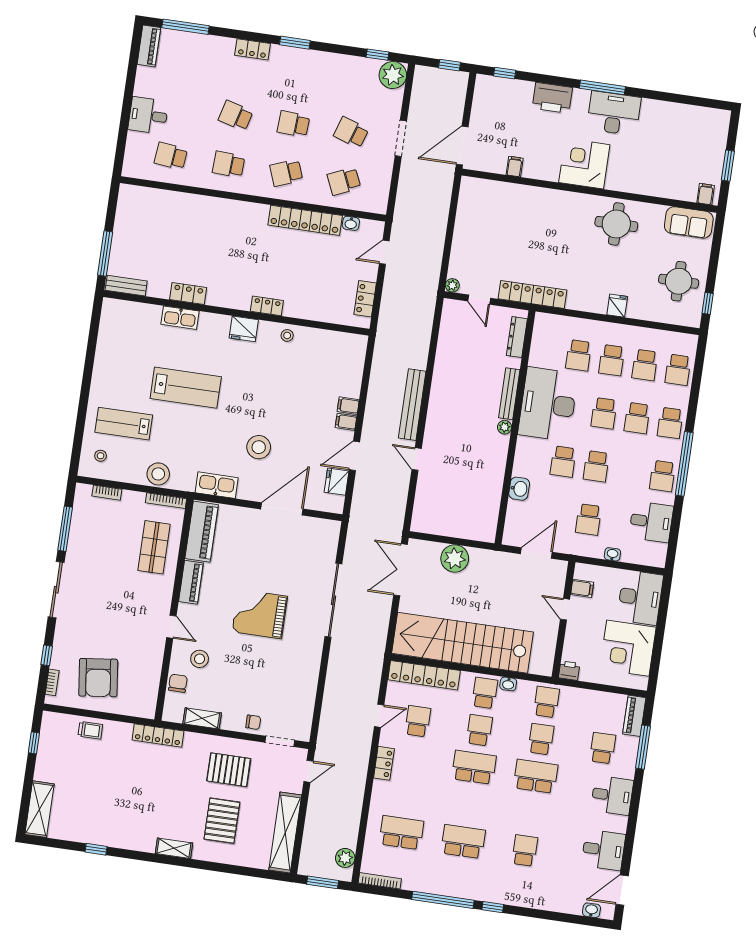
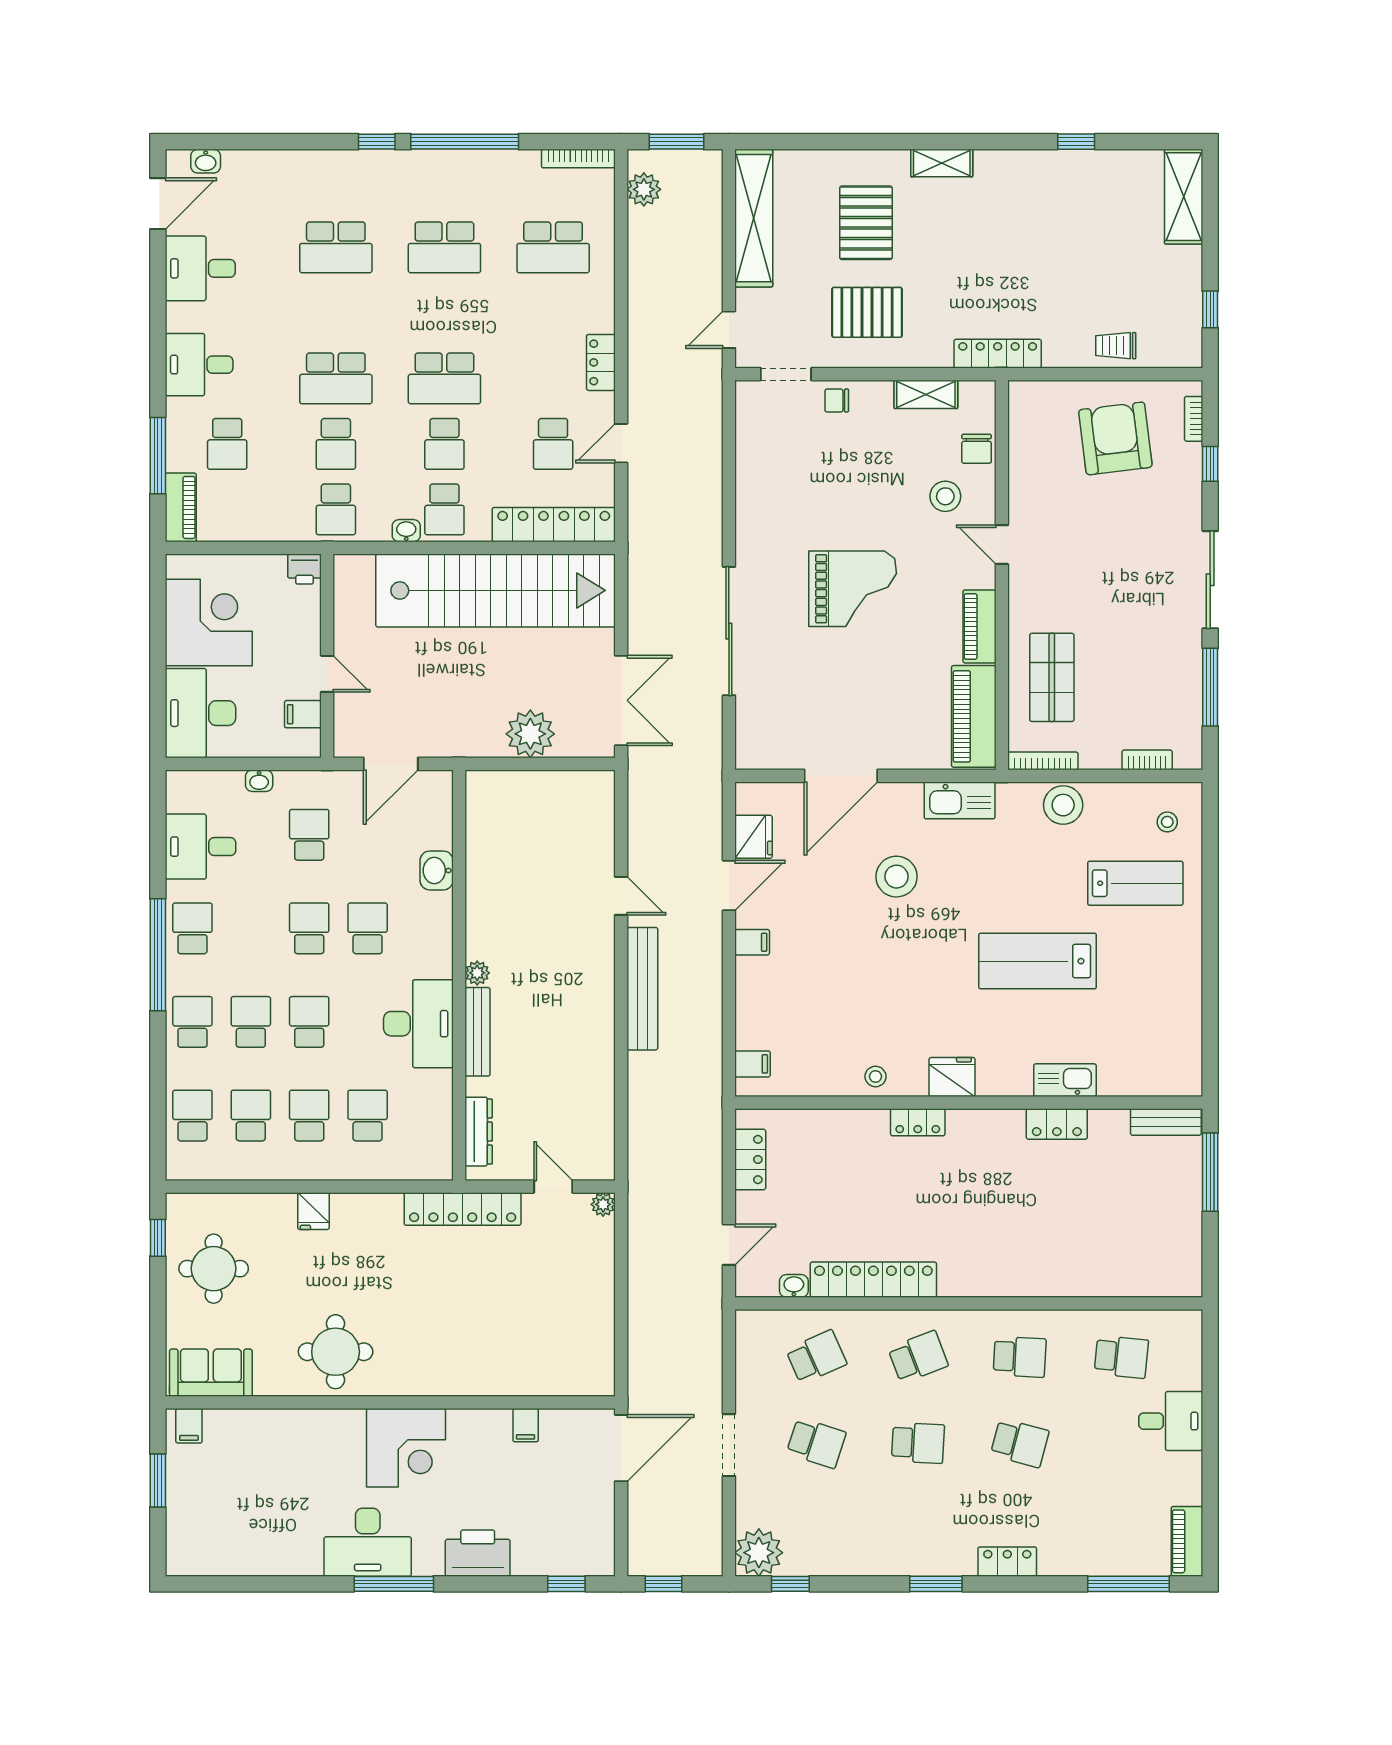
desk: (548, 404) -> (418, 1024), width x0.73, depth x0.77
filing cabinet: (348, 406) -> (753, 1064), moved
school desk: (525, 851) -> (336, 247), width x1.85

